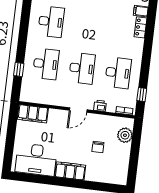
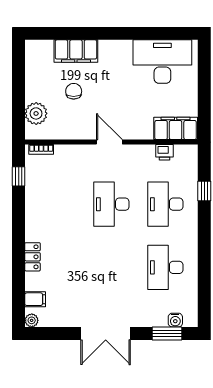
locker: (141, 27) -> (33, 257), moved
desk: (118, 73) -> (57, 204), removed
printer: (100, 106) -> (165, 152), moved
door: (78, 110) -> (109, 142), hinge flipped
filing cabinet: (70, 171) -> (76, 51), moved

